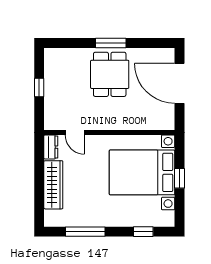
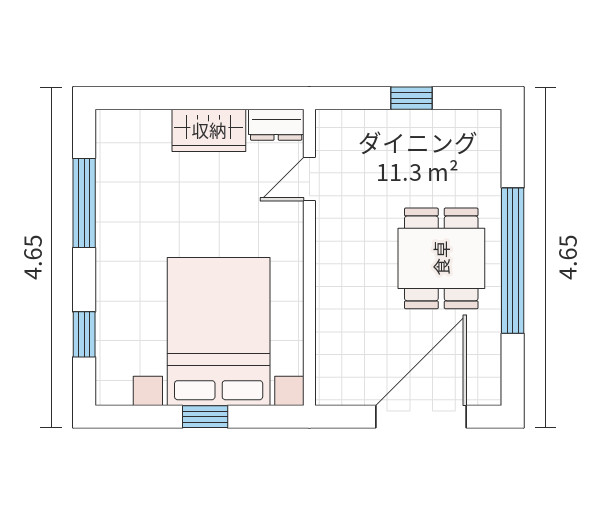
window: (111, 43) -> (513, 261), width x2.11
dining table: (110, 74) -> (441, 258), turned 90
wardrobe: (53, 185) -> (209, 130), width x0.67

